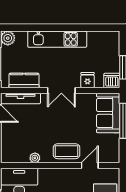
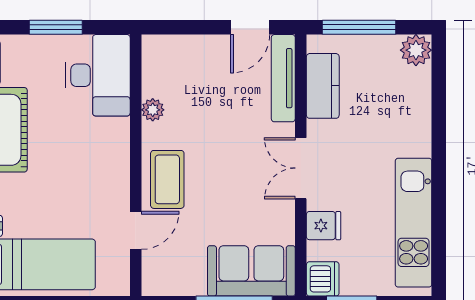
kitchen unit: (57, 39) -> (414, 223), moved
door: (90, 166) -> (136, 230), hinge flipped

